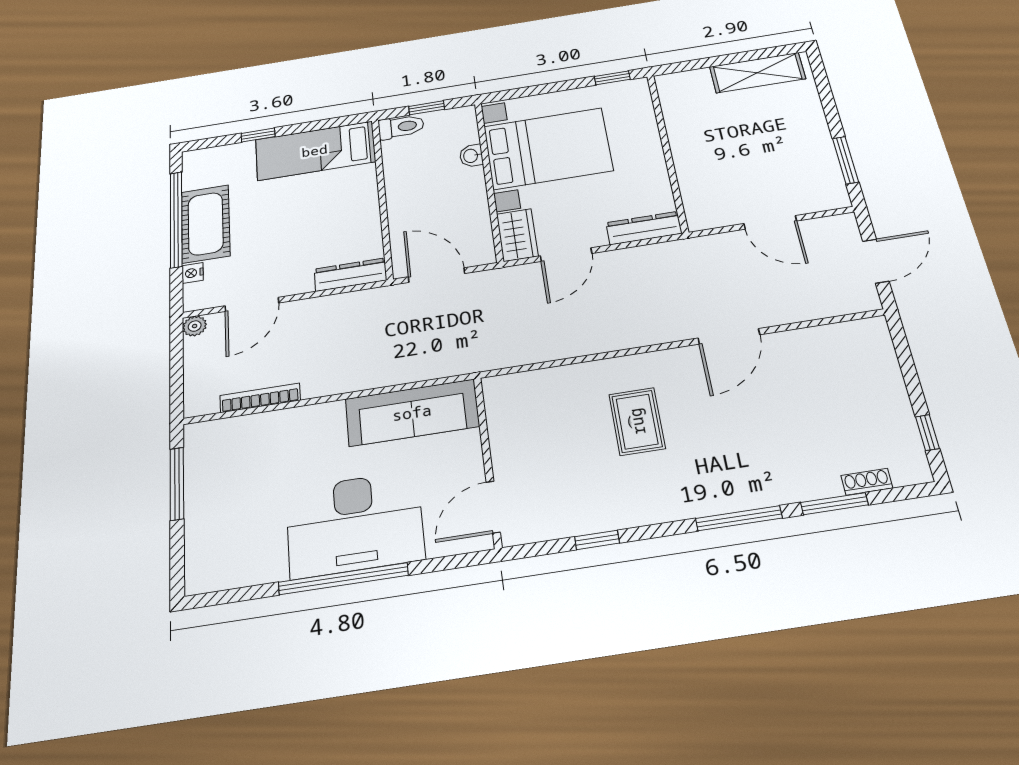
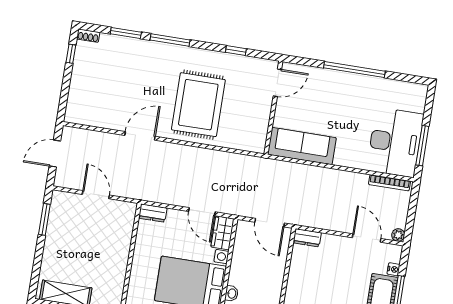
dresser: (644, 228) -> (153, 213), width x0.70
door: (566, 255) -> (202, 212), swing flipped
dresser: (350, 275) -> (307, 238), width x0.70
door: (252, 304) -> (367, 238), hinge flipped
bookcase: (260, 398) -> (390, 183), moved
rug: (637, 421) -> (198, 105), width x1.86, depth x2.06
shoe rack: (867, 482) -> (88, 36), moved
desk: (355, 524) -> (395, 142), moved, turned 90

